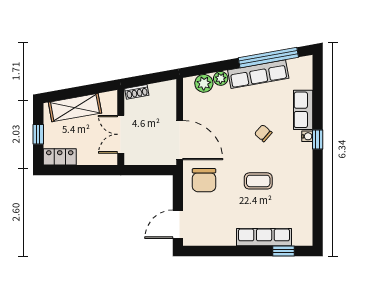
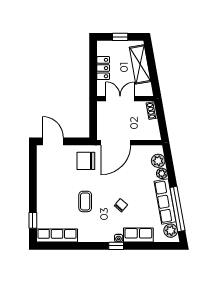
plant: (297, 67) -> (171, 231), added
locker: (60, 157) -> (103, 68), moved
row of seats: (264, 237) -> (57, 235), moved, turned -90

